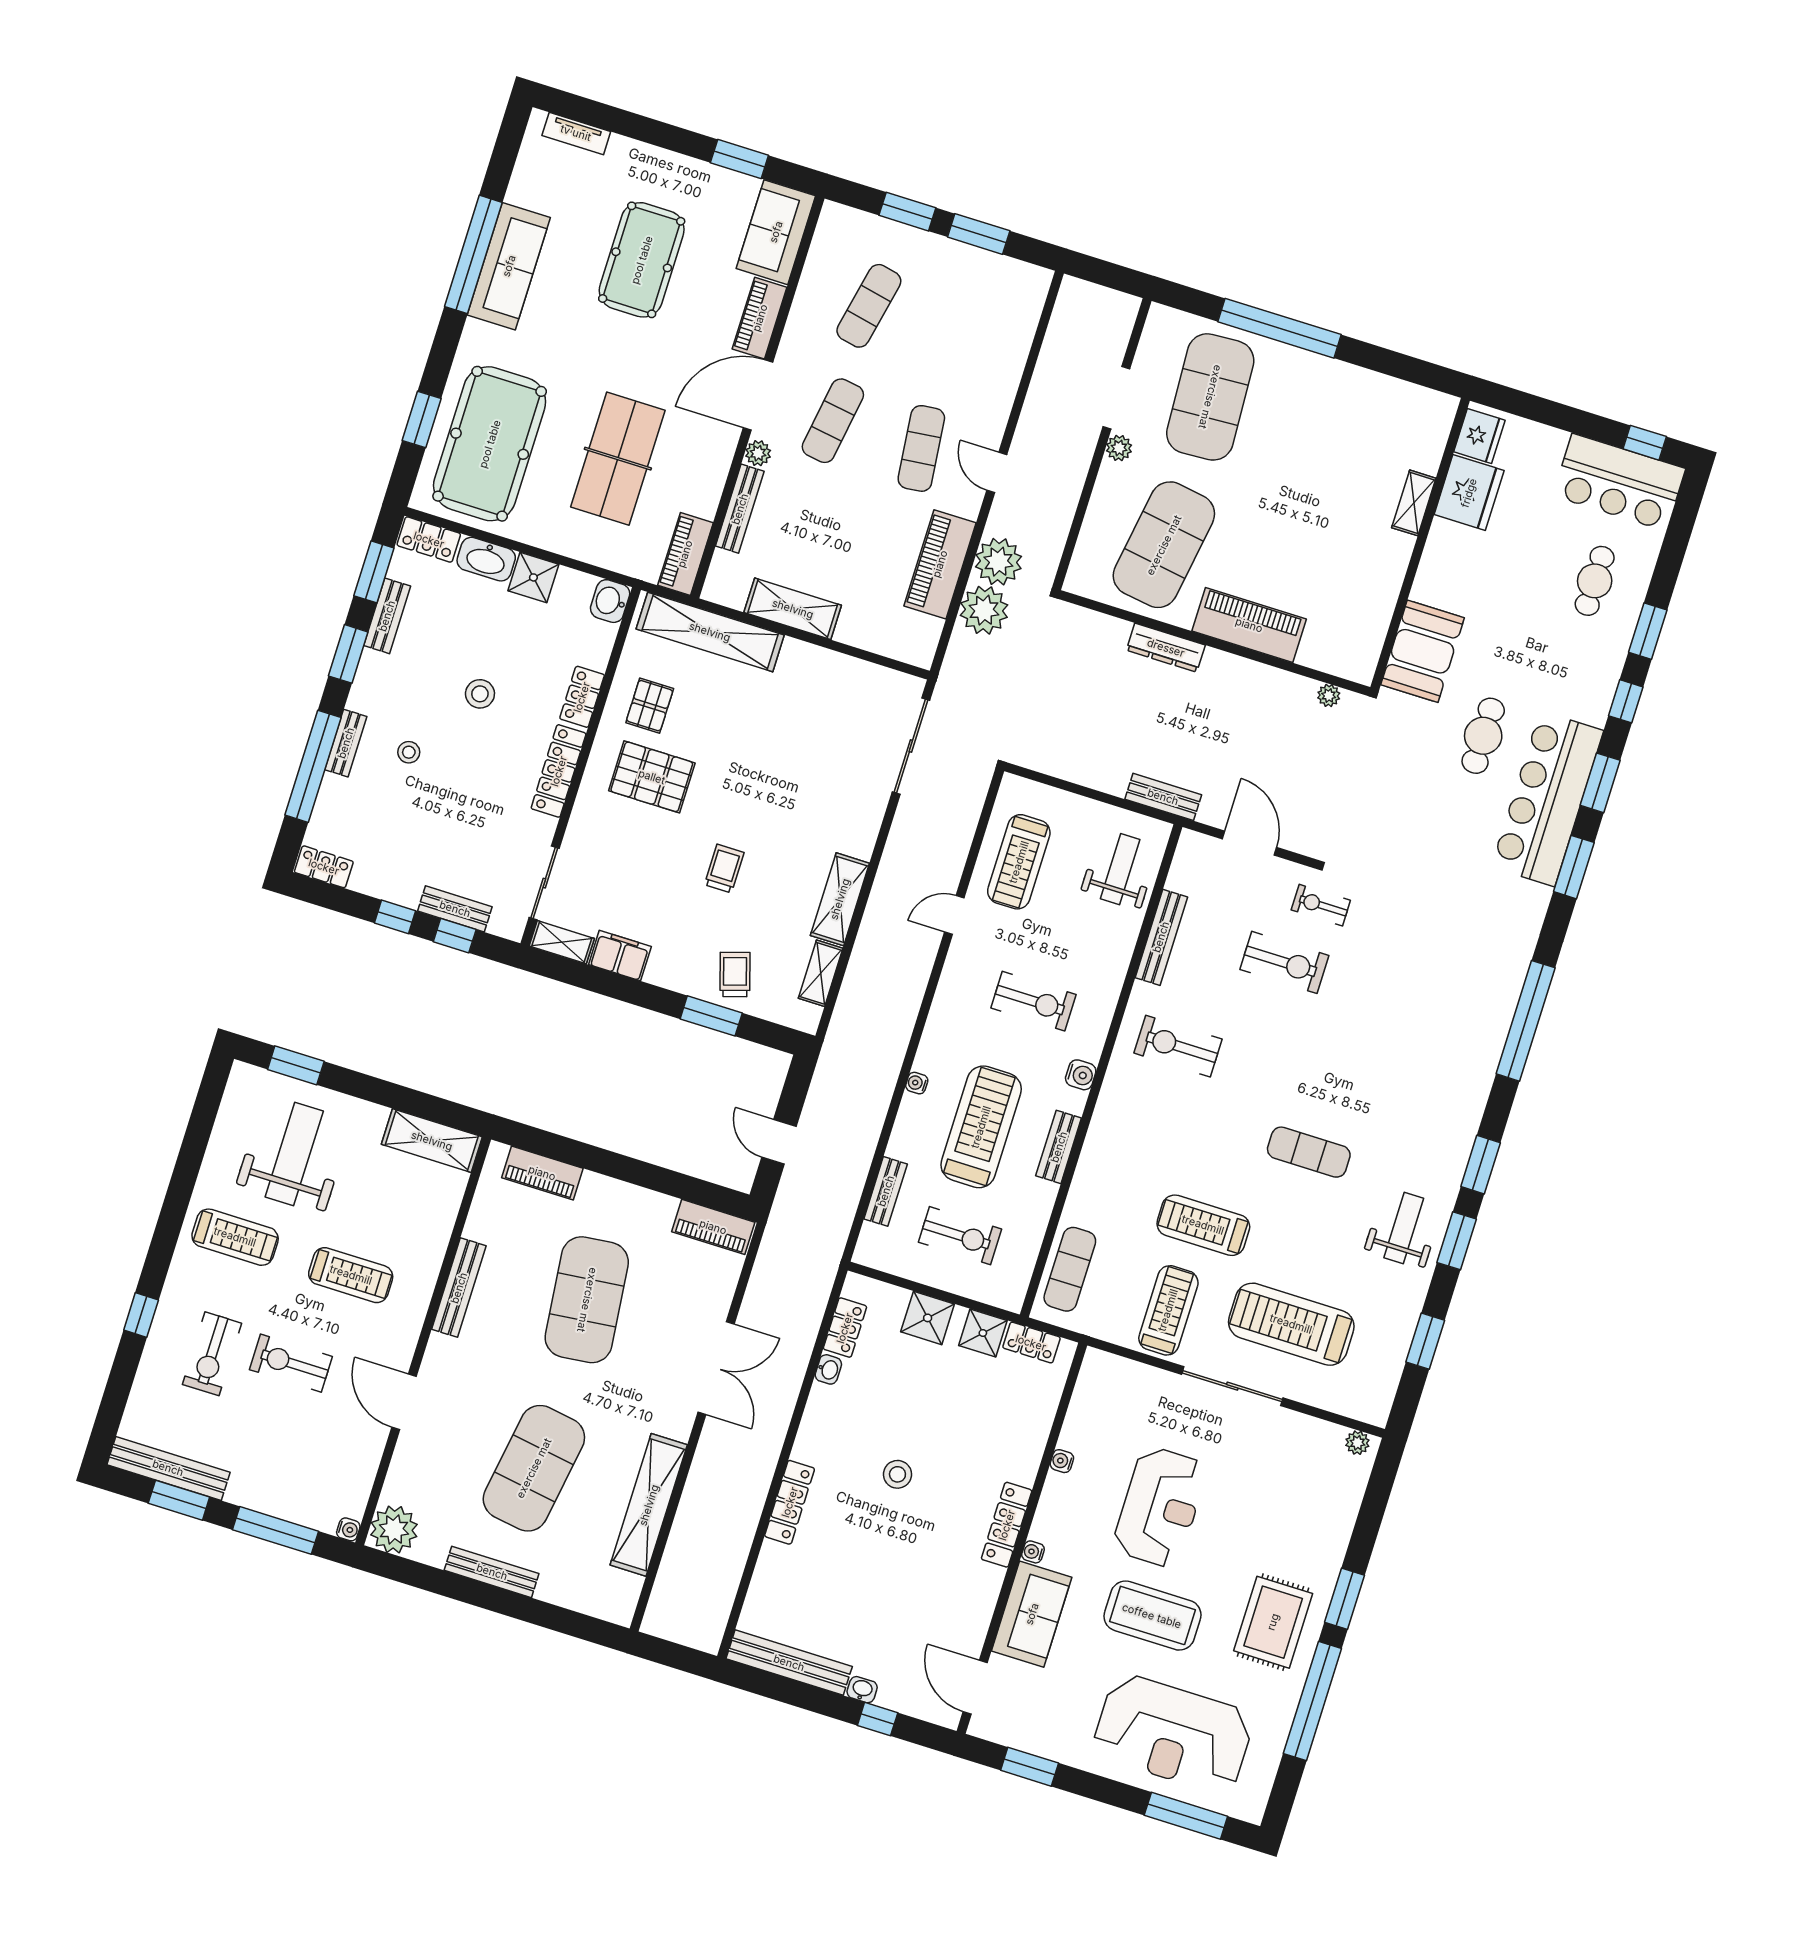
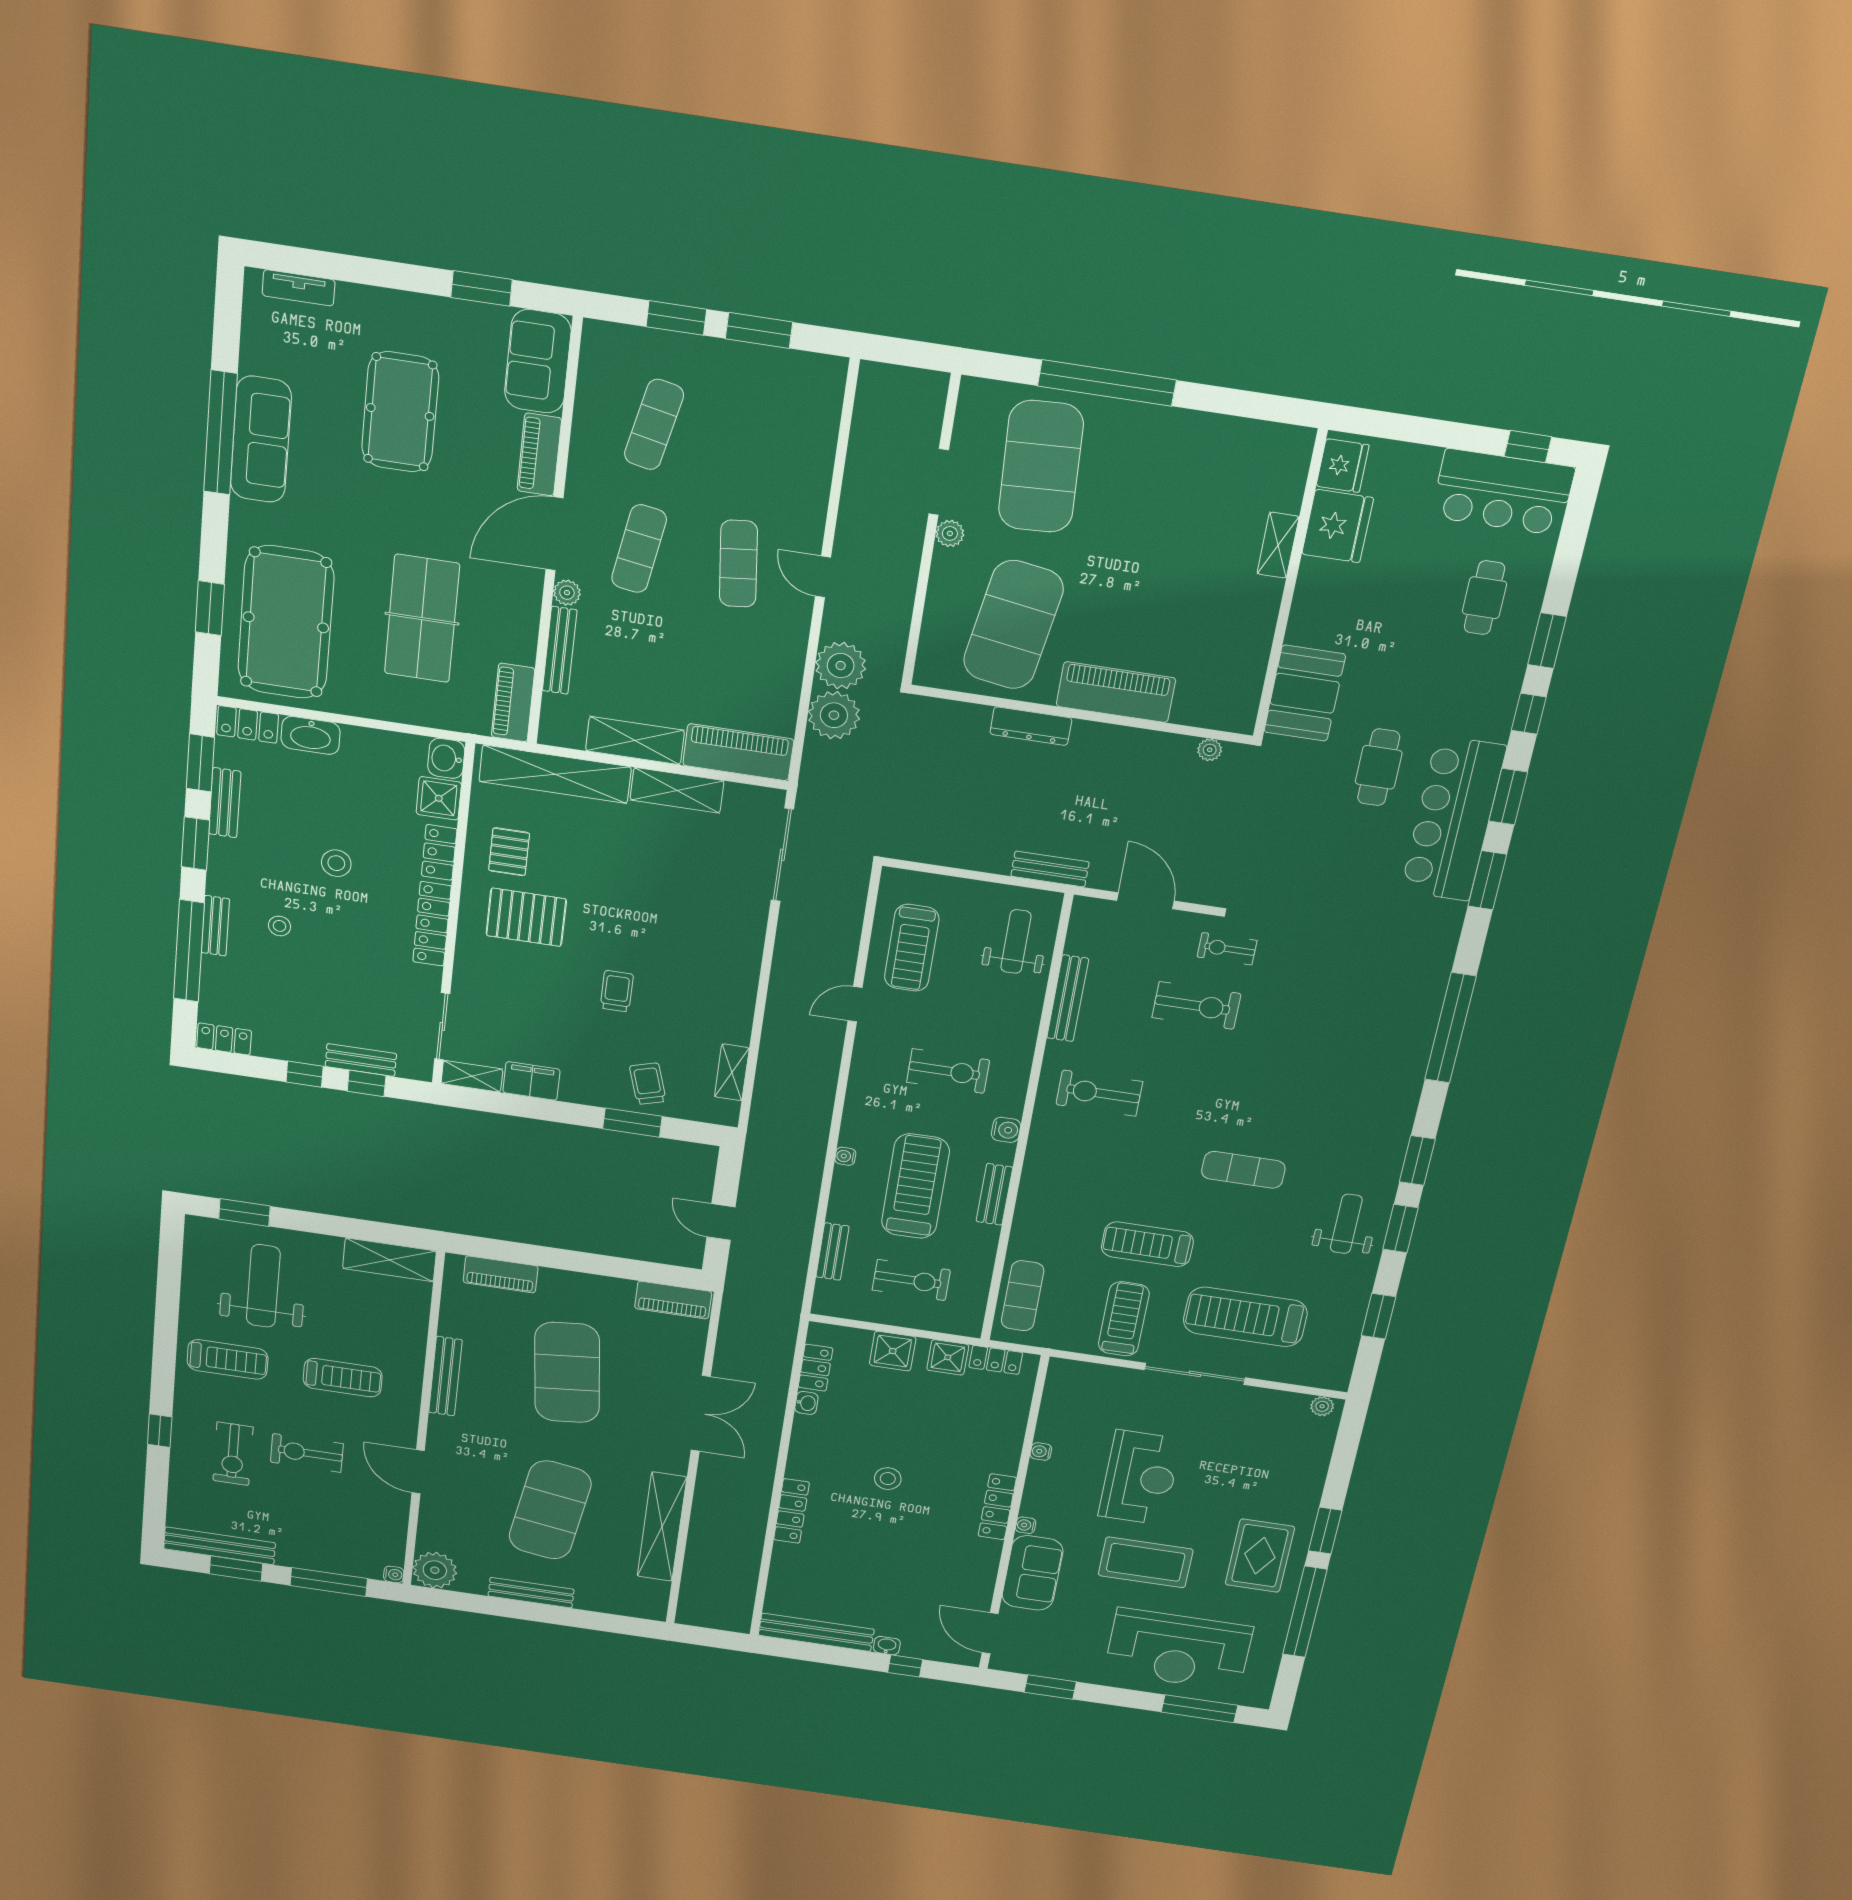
piano: (940, 564) -> (738, 752), moved, turned 90
shower: (533, 577) -> (439, 798), moved
shelving: (840, 899) -> (677, 790), moved, turned 90

